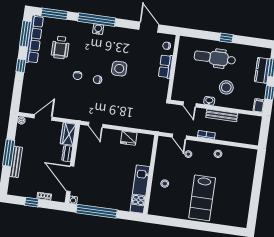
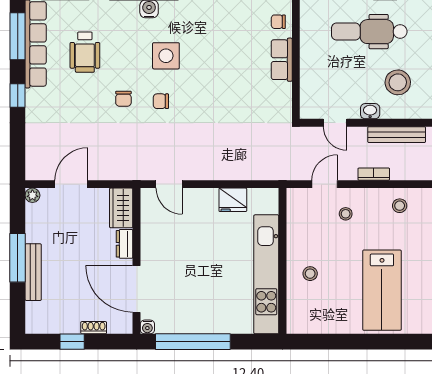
side table: (119, 69) -> (166, 56), moved
door: (179, 137) -> (325, 184), swing flipped
kitchen unit: (140, 189) -> (266, 274), width x1.36

